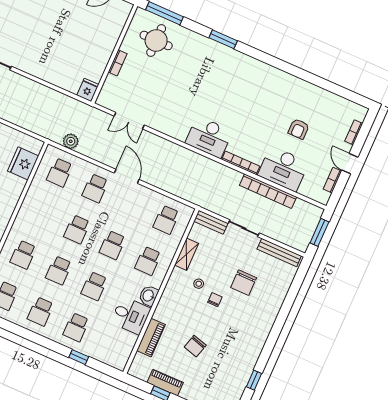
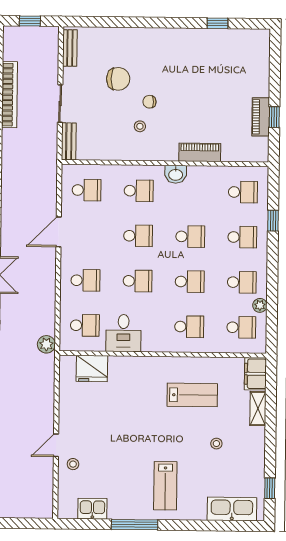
plant: (71, 141) -> (46, 344), moved
door: (127, 176) -> (59, 232), moved
window: (319, 232) -> (30, 21), width x0.67
bench: (279, 252) -> (70, 48), width x0.73
shelving: (187, 254) -> (114, 153), removed
desk: (131, 315) -> (123, 333), moved, turned 180
plant: (16, 318) -> (260, 305), added
piano: (151, 338) -> (200, 152), moved
school desk: (112, 343) -> (243, 192), added
chair: (195, 346) -> (208, 101), removed

